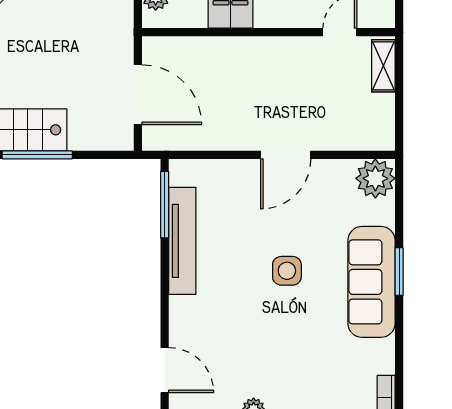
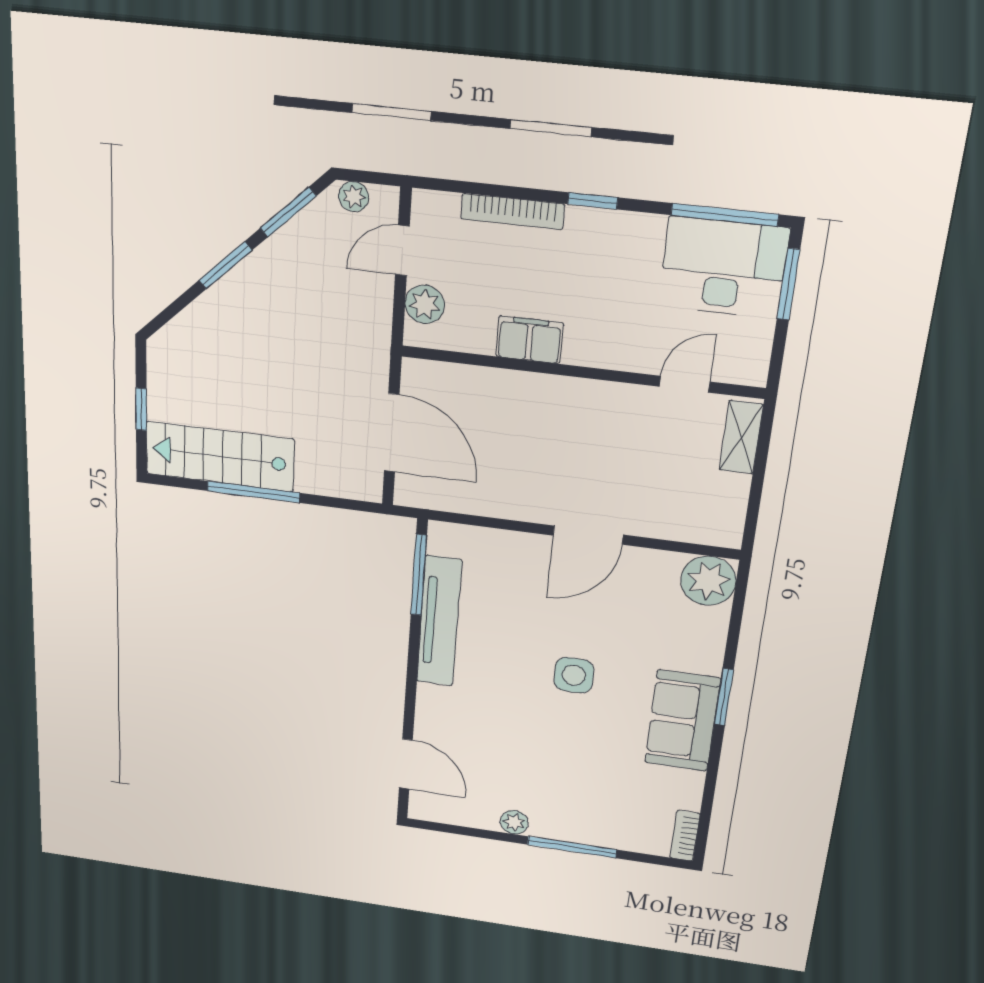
sofa: (371, 282) -> (682, 721), width x0.73

